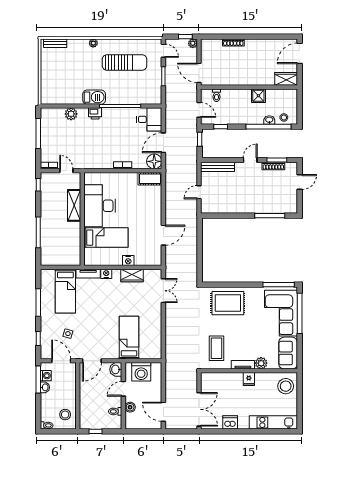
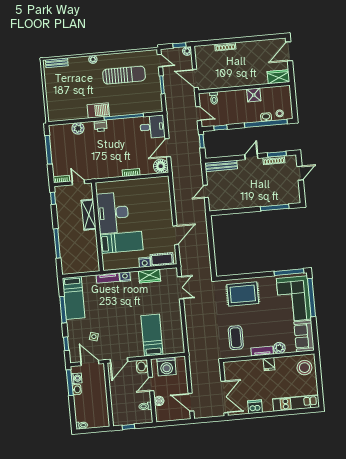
cot: (150, 179) -> (162, 259), moved
bed: (65, 291) -> (74, 298), moved
stool: (65, 415) -> (98, 413), removed

